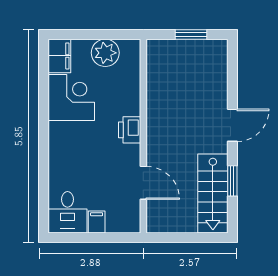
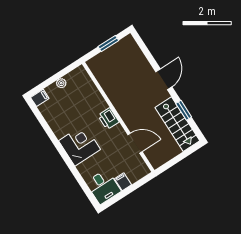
plant: (105, 53) -> (61, 83), width x0.53, depth x0.53
filing cabinet: (59, 56) -> (40, 98), width x0.50
corner desk: (71, 97) -> (80, 145), moved

